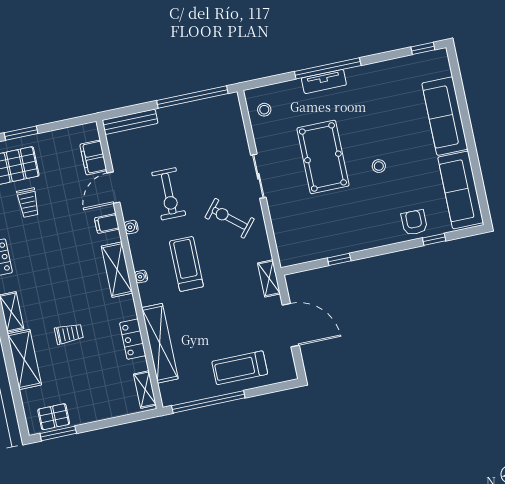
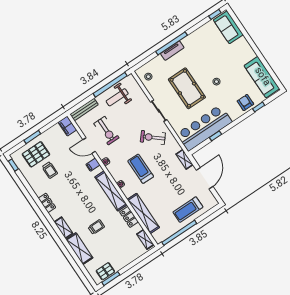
sofa: (445, 116) -> (228, 27), moved, width x0.73
weight bench: (196, 124) -> (117, 97), added
filing cabinet: (93, 157) -> (67, 126), moved
door: (113, 188) -> (89, 146), hinge flipped
exercise bike: (169, 194) -> (107, 131), moved
bar counter: (325, 238) -> (204, 128), added
shelving: (117, 270) -> (111, 191), width x1.47
door: (291, 325) -> (205, 178), hinge flipped

